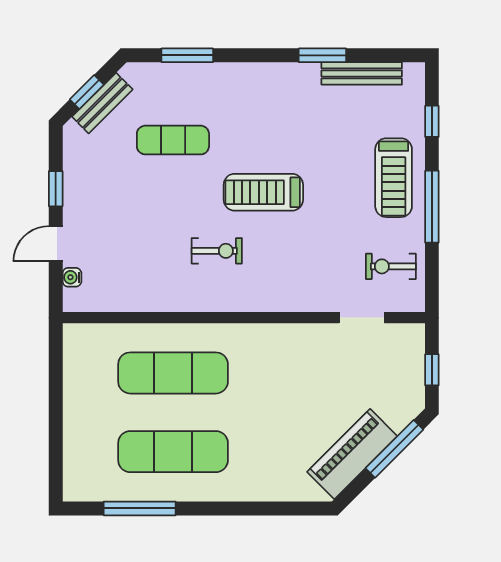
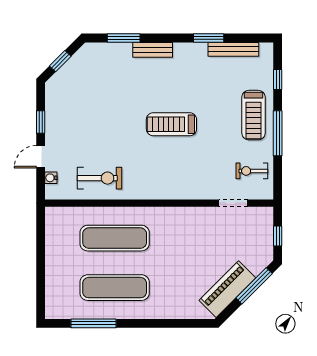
bench: (102, 103) -> (153, 50), moved, turned 45
exercise mat: (173, 140) -> (115, 91), removed
exercise bike: (217, 251) -> (100, 178), moved, width x1.38, depth x1.39

